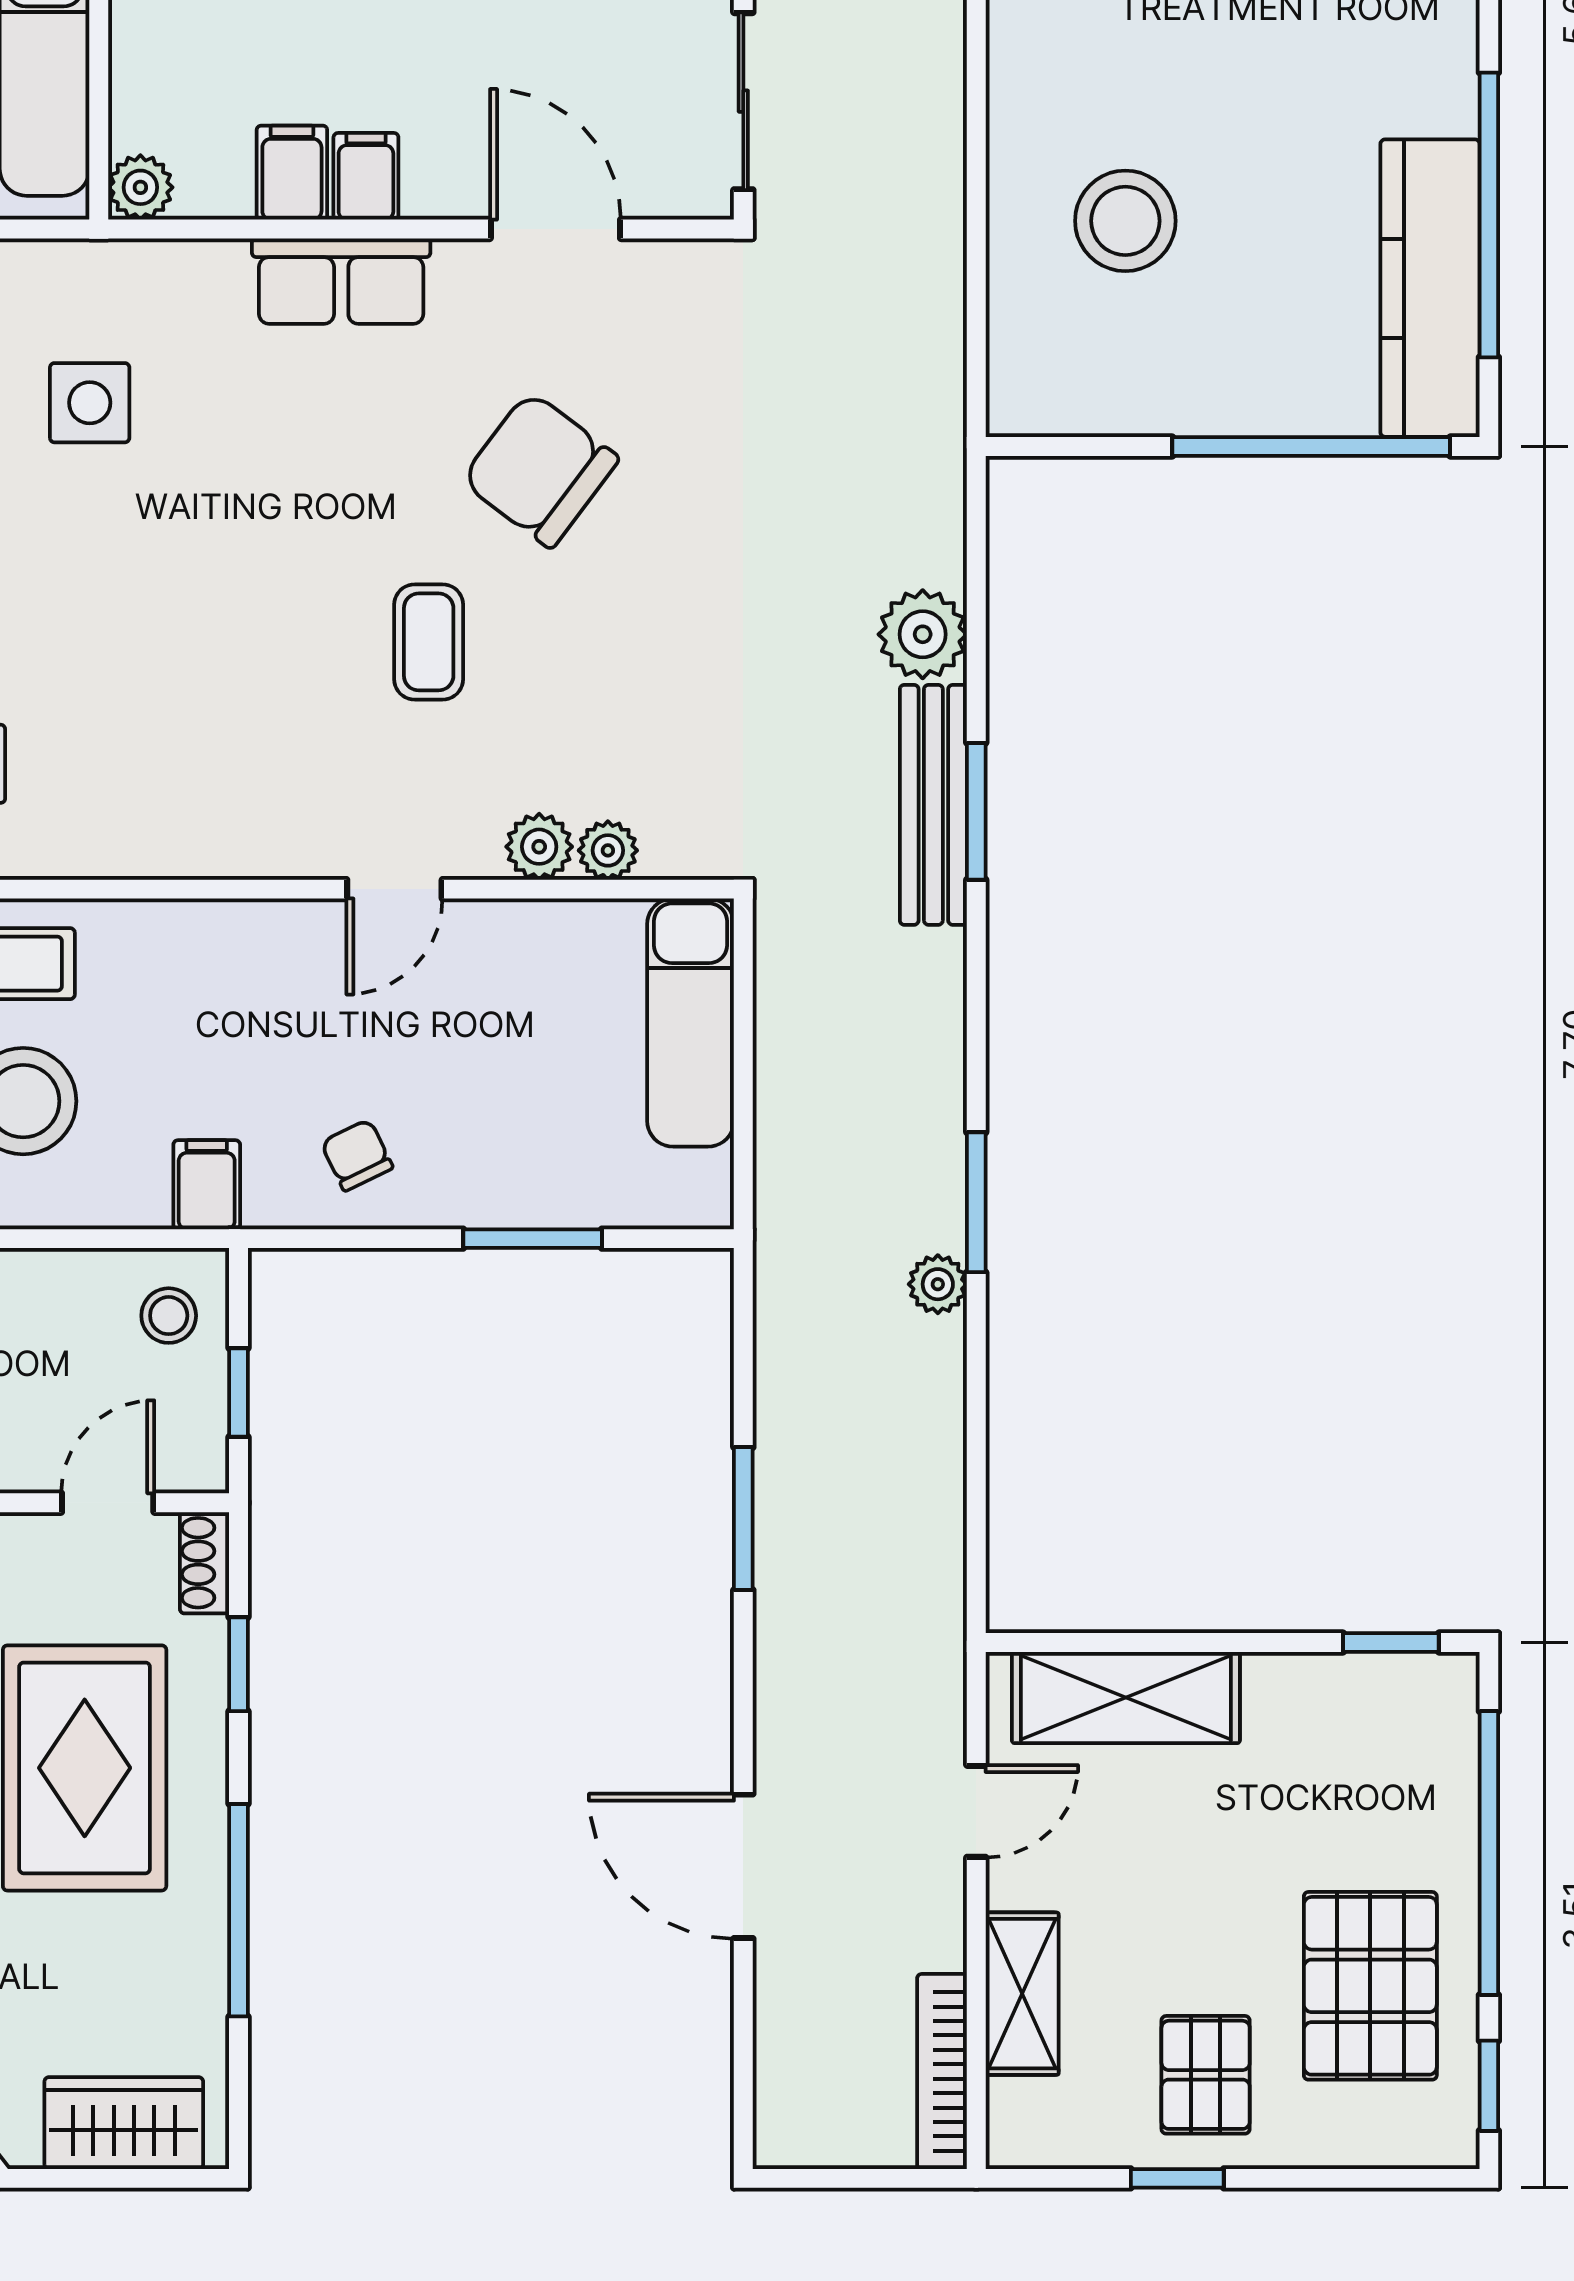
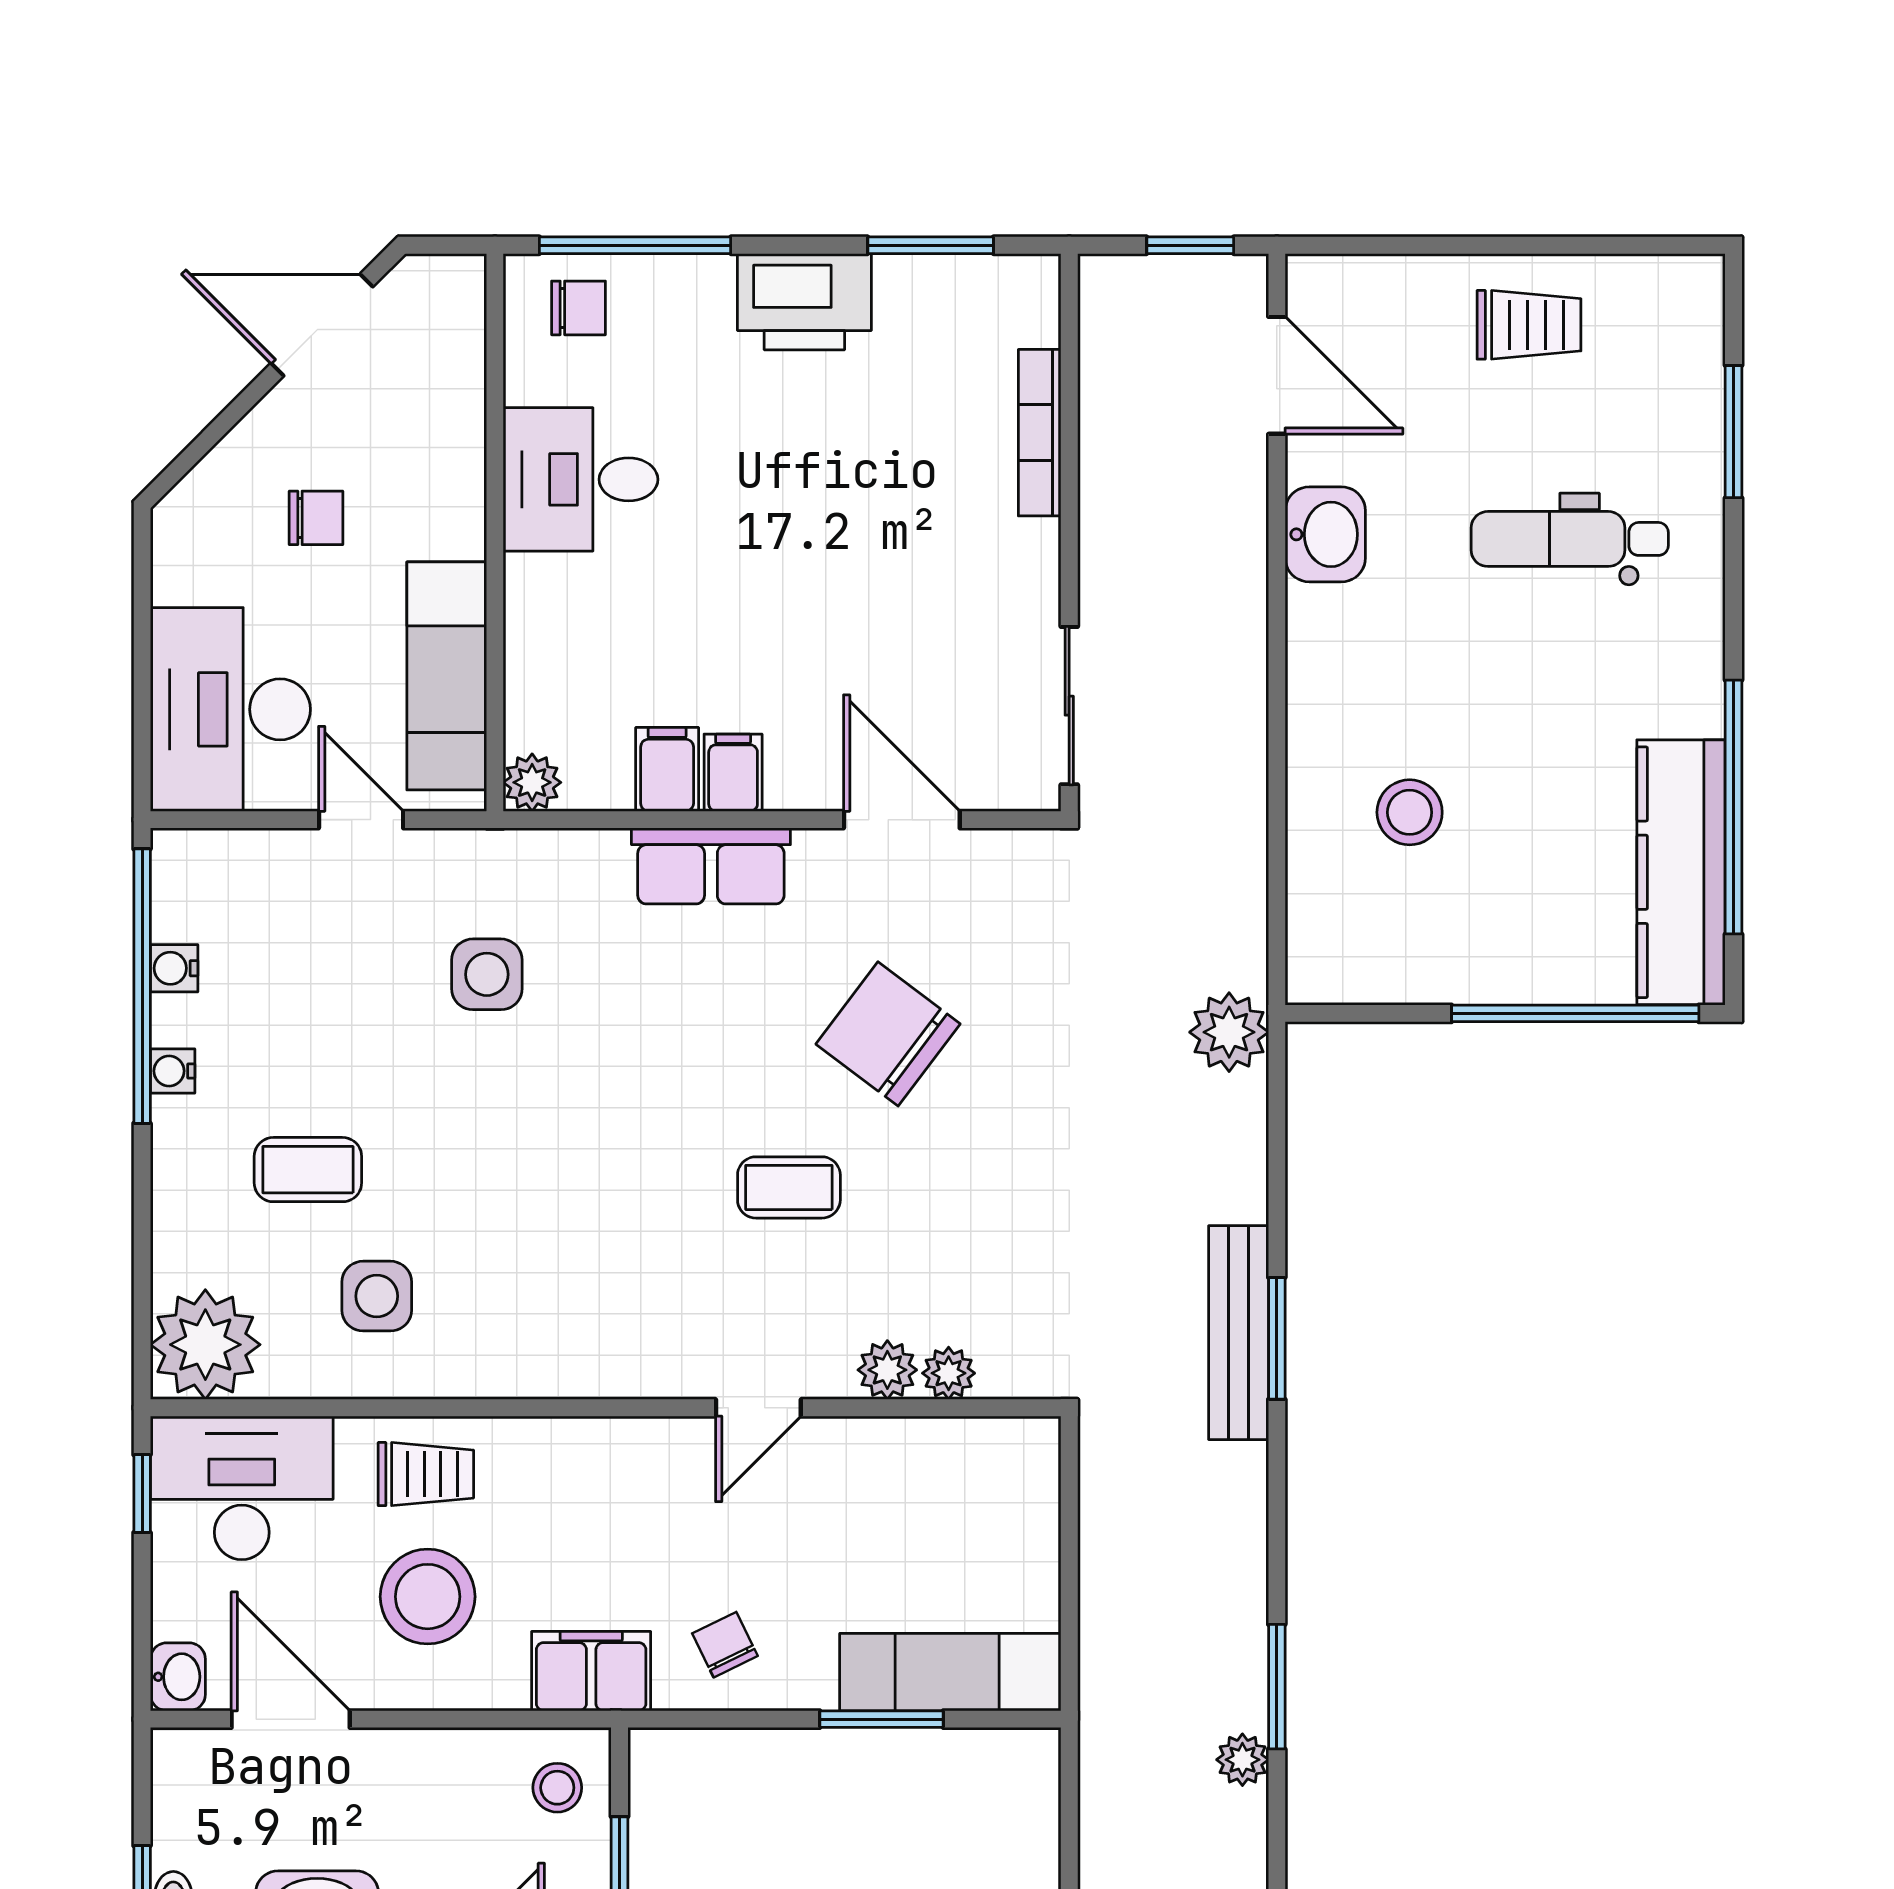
stool: (1125, 221) -> (1410, 812), width x0.73, depth x0.73
plant: (923, 634) -> (1229, 1032), moved
coffee table: (429, 642) -> (789, 1187), turned 90
exam couch: (691, 1023) -> (950, 1672), moved, turned 90
filing cabinet: (207, 1185) -> (591, 1671), width x2.00

